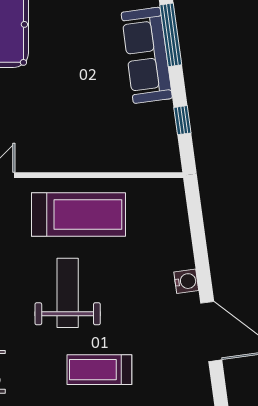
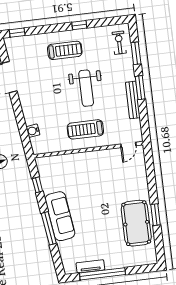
treadmill: (78, 214) -> (85, 129), width x0.73, depth x0.73
water cooler: (186, 281) -> (33, 131), moved

